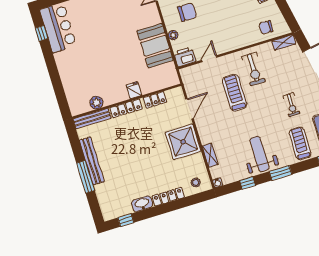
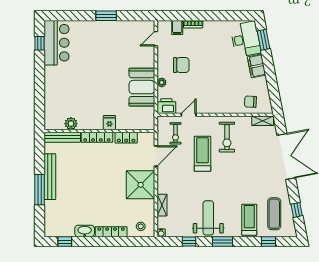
exercise bike: (291, 105) -> (175, 133), moved

